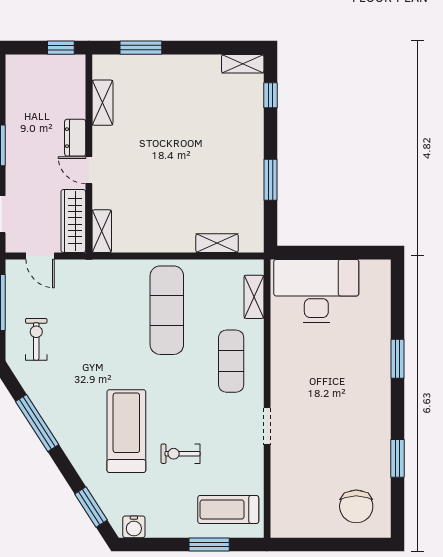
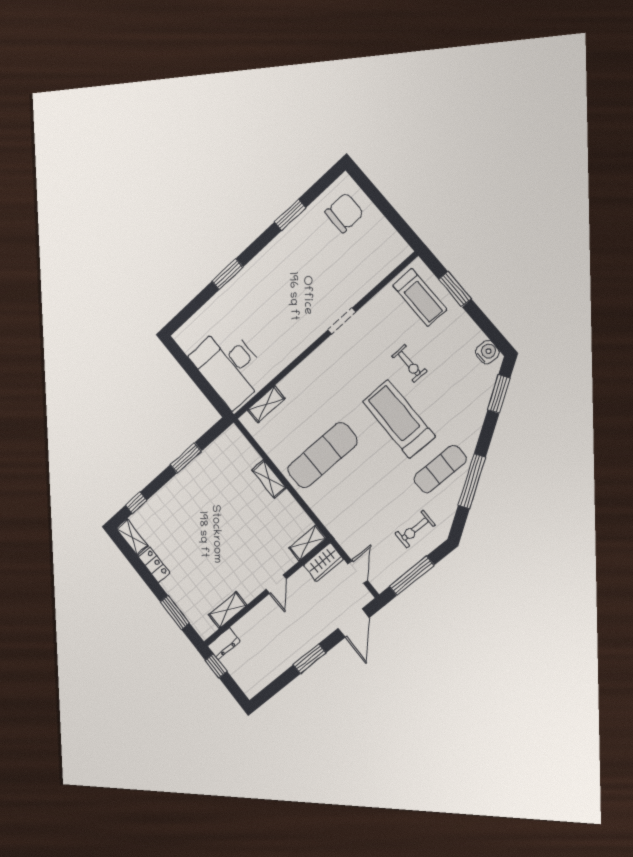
locker: (200, 64) -> (154, 565), added
dresser: (75, 138) -> (224, 644), moved
wardrobe: (73, 221) -> (323, 562), width x0.67
shelving: (217, 243) -> (269, 479), moved
exercise mat: (231, 361) -> (440, 469), moved
treadmill: (126, 431) -> (399, 419), moved, turned 90

